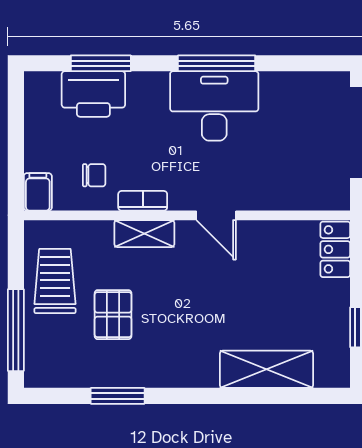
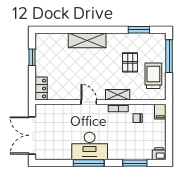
printer: (93, 94) -> (159, 154), moved, width x0.53, depth x0.68
trolley: (55, 281) -> (153, 76), turned 180
shelving: (266, 369) -> (87, 40), moved
window: (118, 396) -> (139, 30), moved

